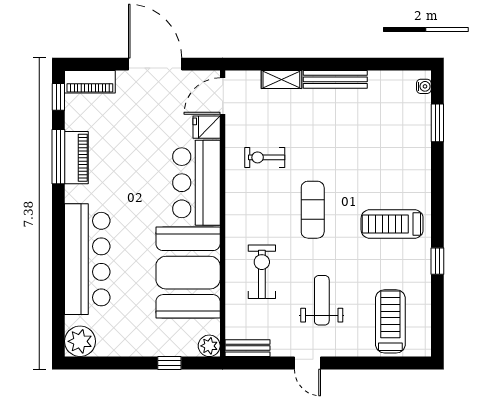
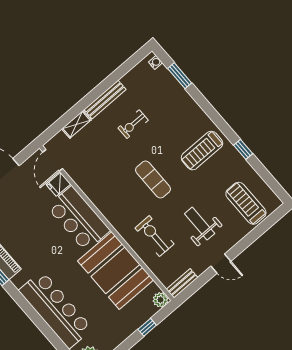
exercise bike: (265, 157) -> (133, 124), moved

